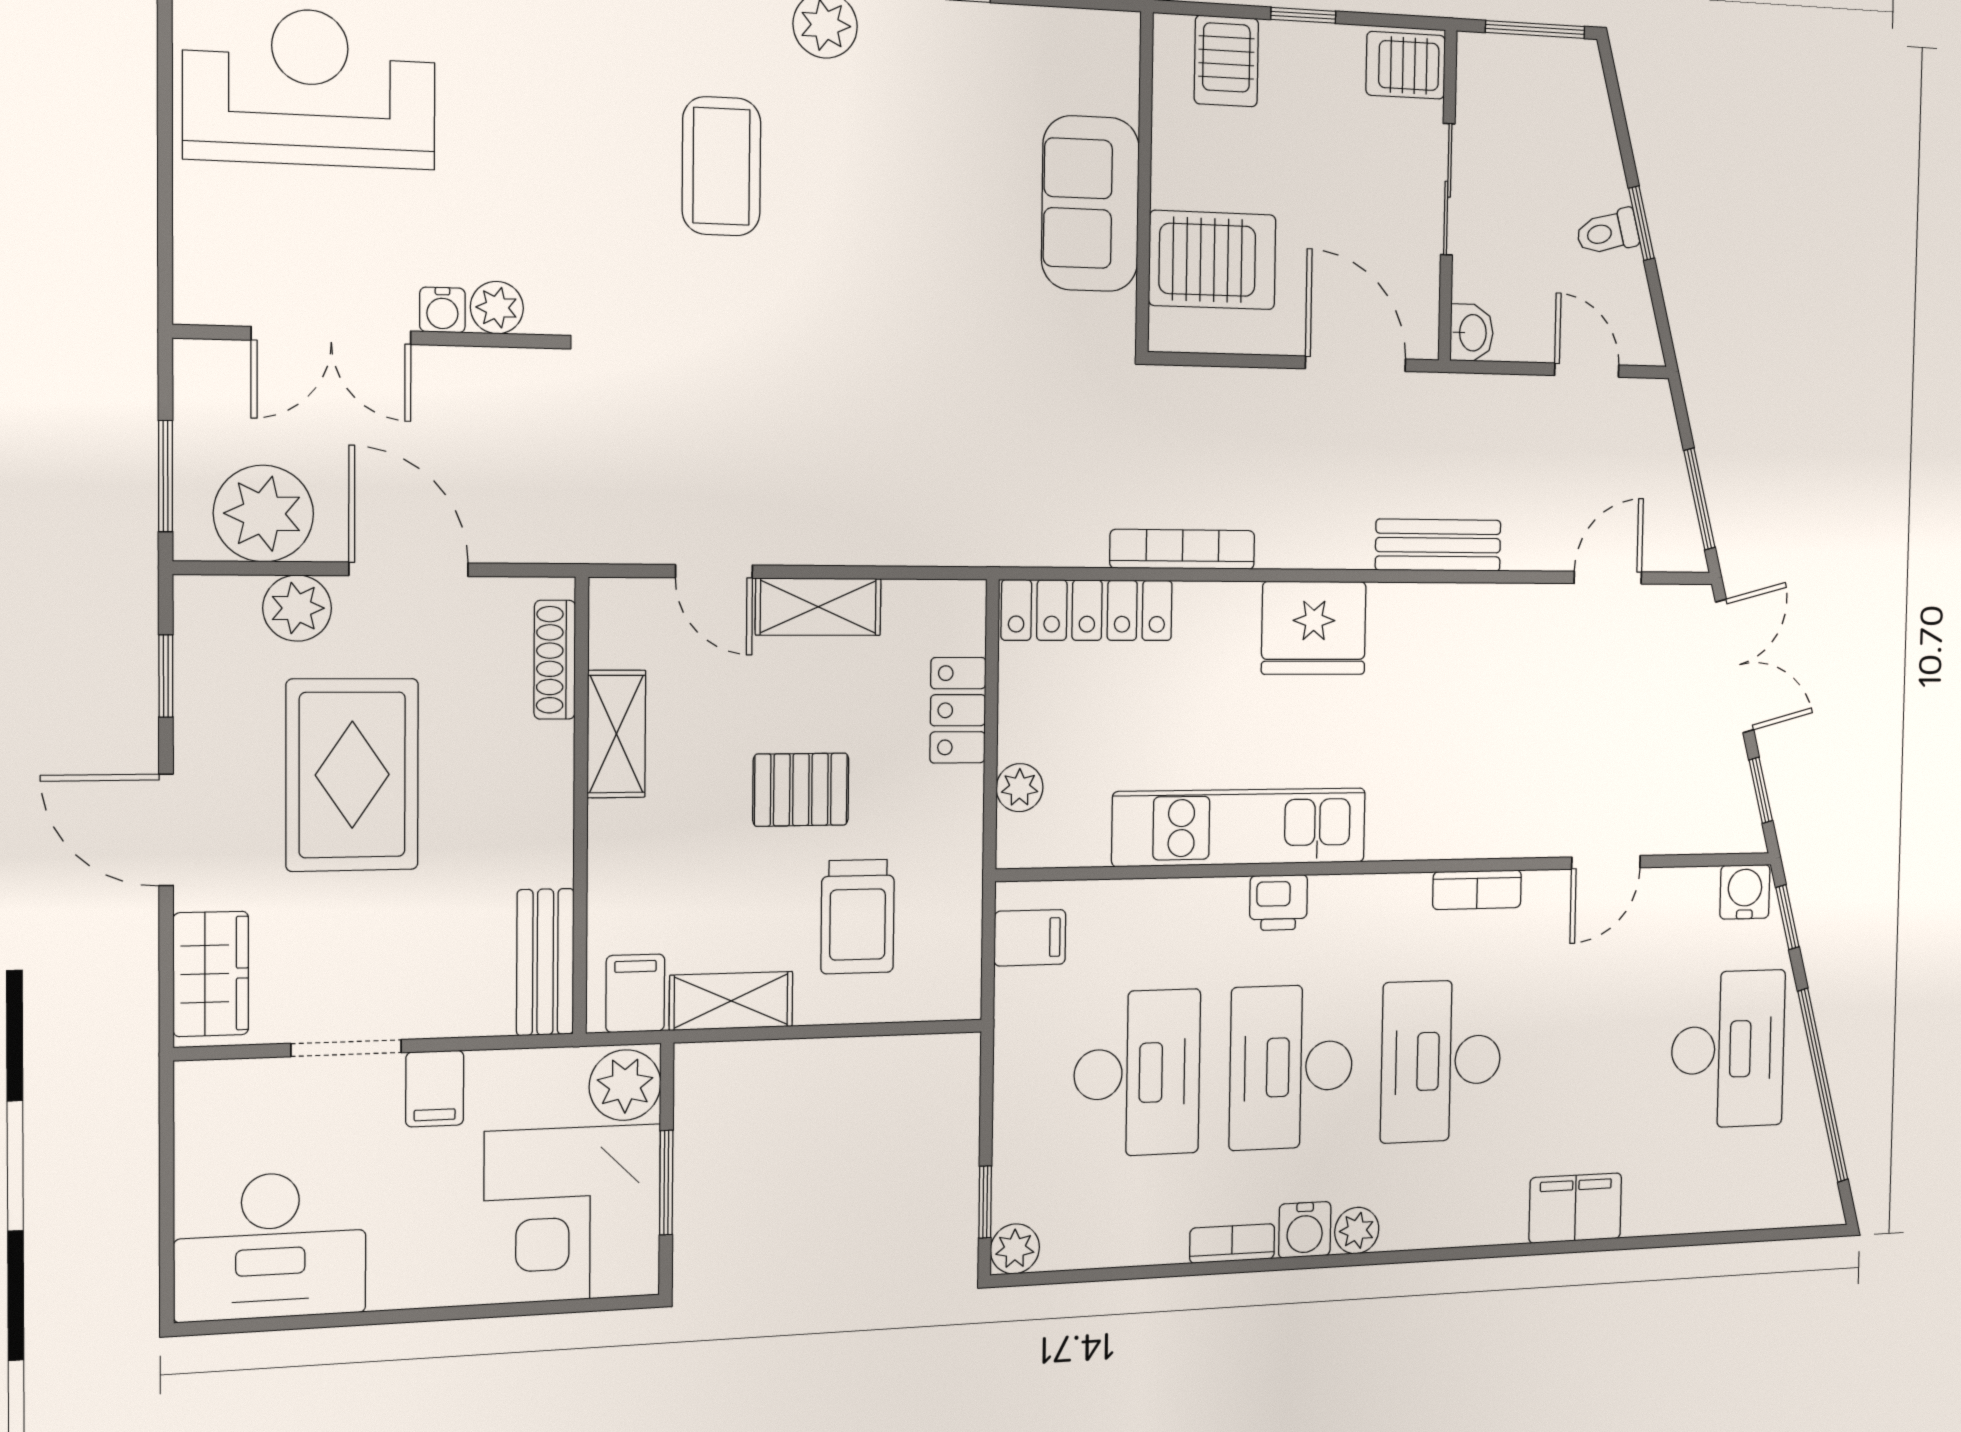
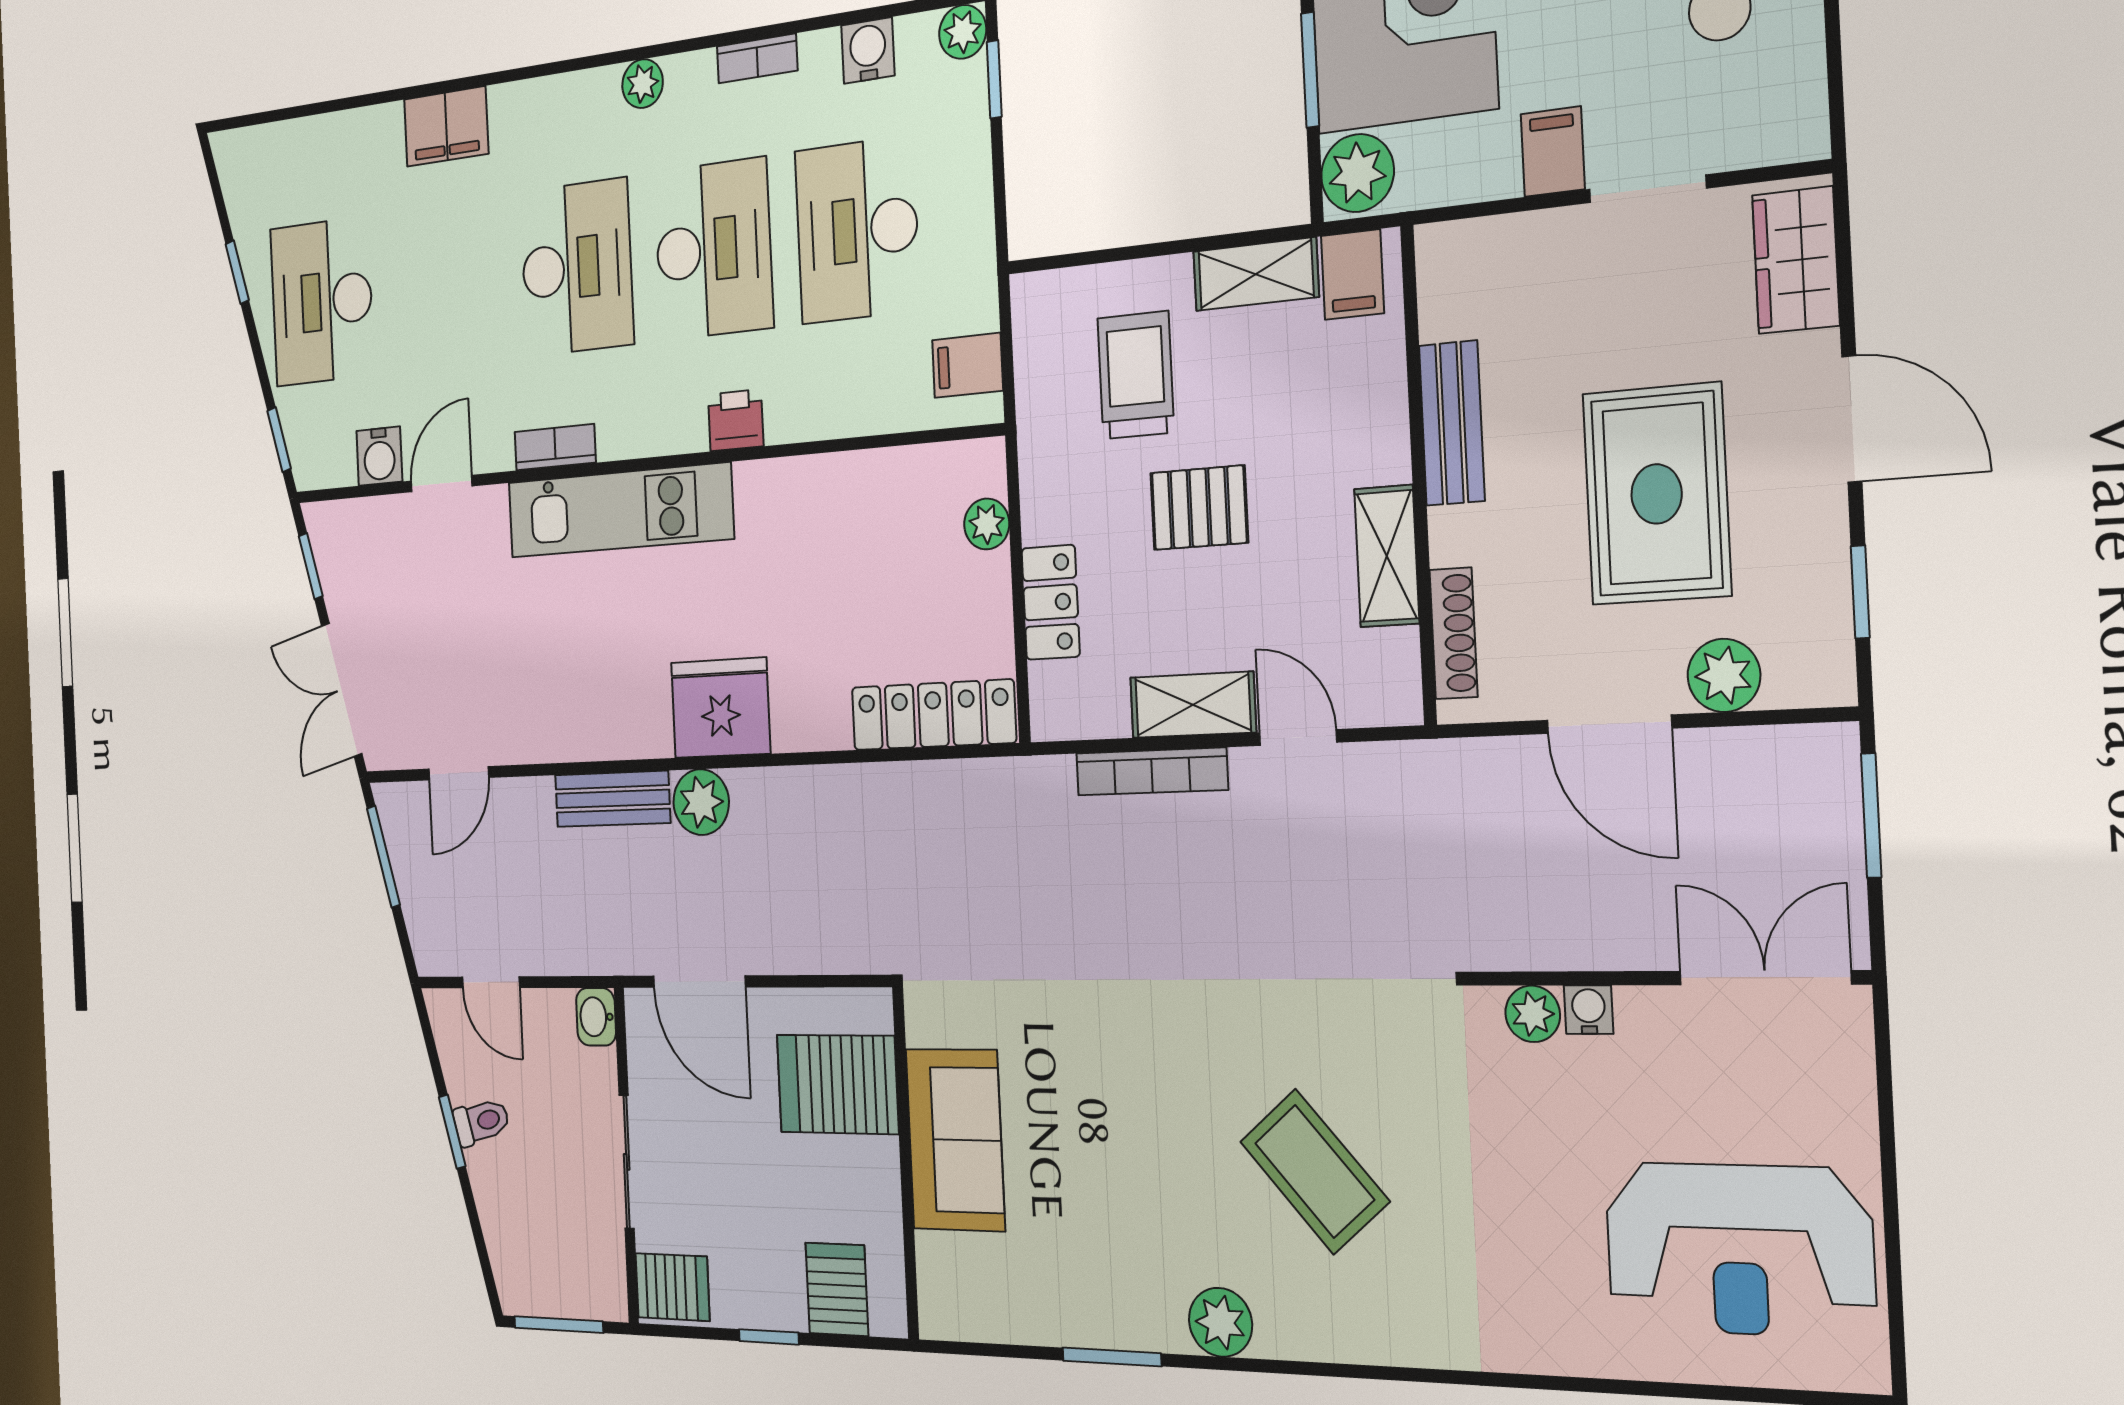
coffee table: (721, 166) -> (1314, 1171), turned -41
double door: (331, 336) -> (1765, 978), moved
plant: (263, 514) -> (701, 802), moved, width x0.73, depth x0.73
bookcase: (1183, 549) -> (1152, 772), moved
kitchen unit: (1240, 827) -> (620, 510), moved
water cooler: (1745, 892) -> (379, 456), moved
bench: (545, 962) -> (1452, 423), moved
window: (1823, 1086) -> (237, 272), width x0.32
water cooler: (1305, 1230) -> (868, 50), moved

